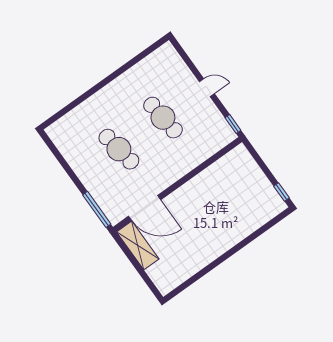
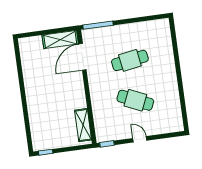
door: (207, 88) -> (140, 139), swing flipped
cafe table: (163, 118) -> (135, 100), turned 30
shelving: (226, 164) -> (83, 125), added

